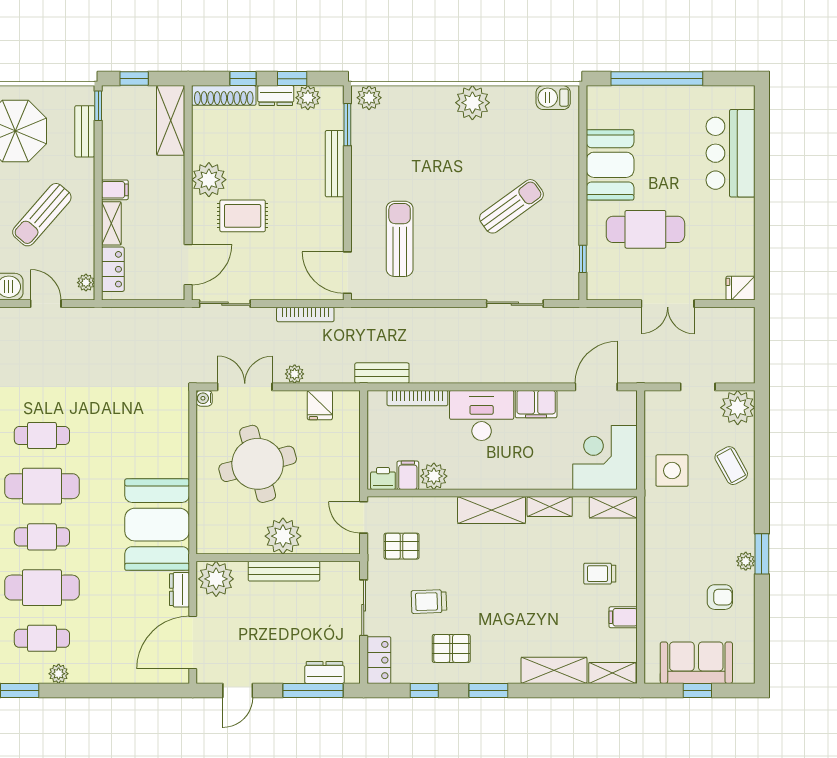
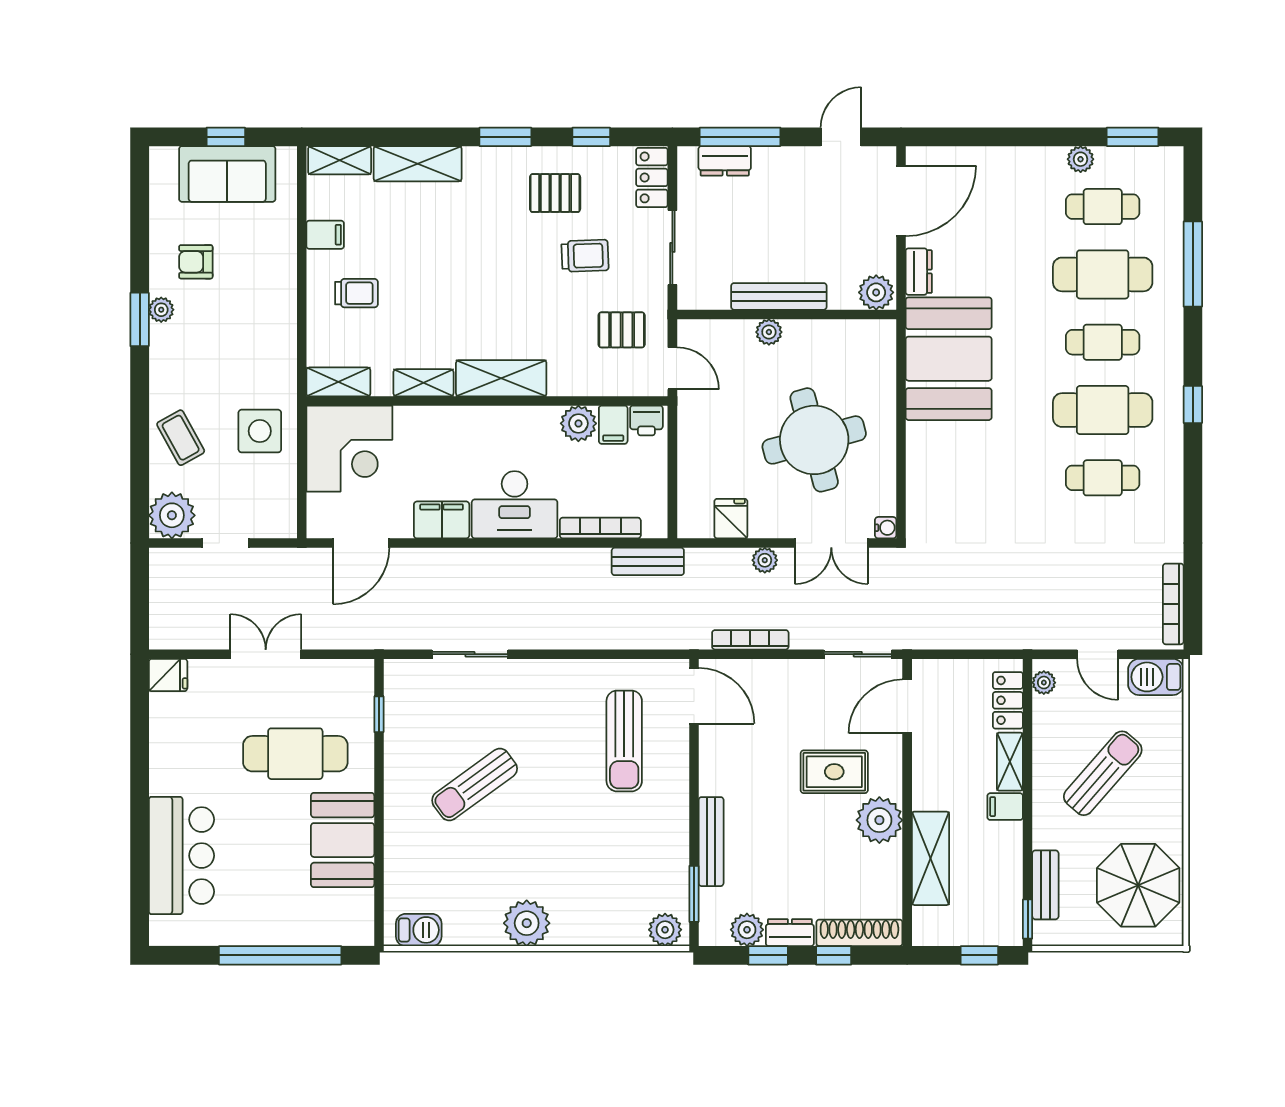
shelving: (171, 120) -> (930, 858), moved
plant: (283, 536) -> (769, 332), width x0.53, depth x0.53
plant: (216, 579) -> (876, 292), width x0.73, depth x0.73

